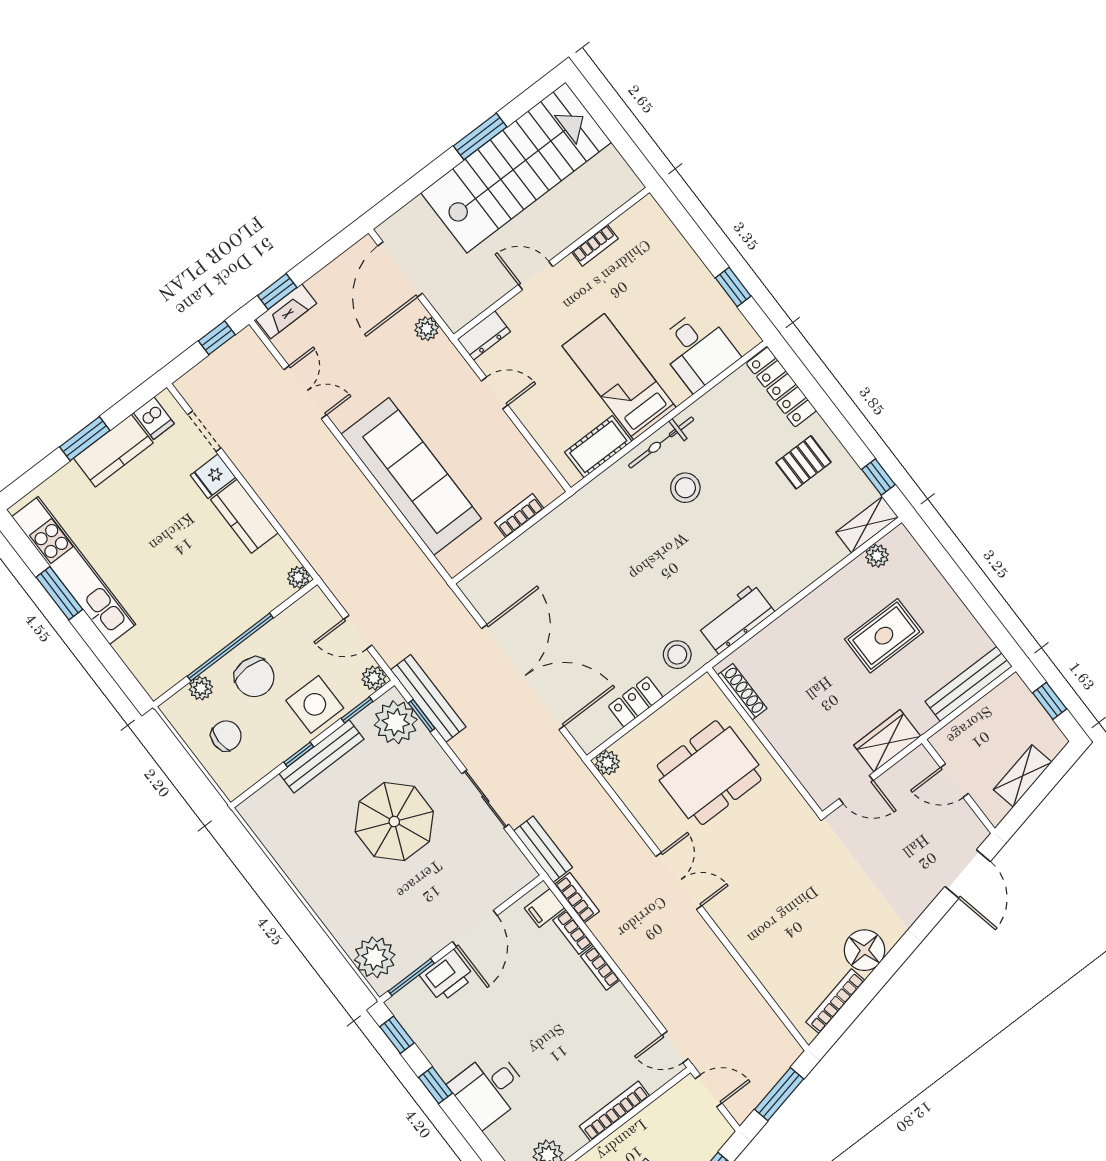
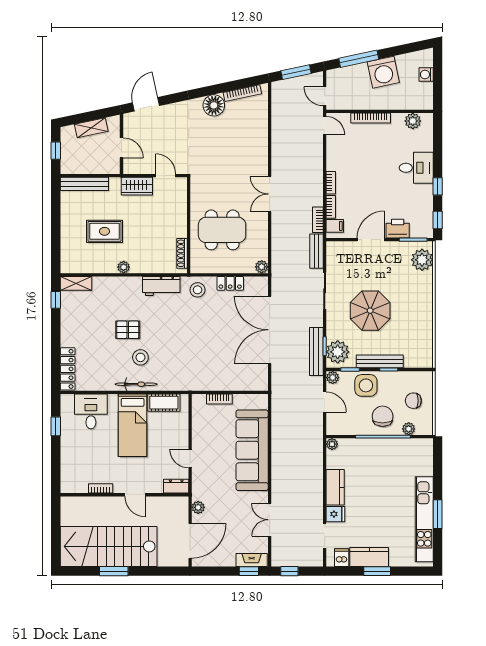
pallet: (803, 462) -> (128, 330), moved
plant: (877, 556) -> (124, 267), moved

